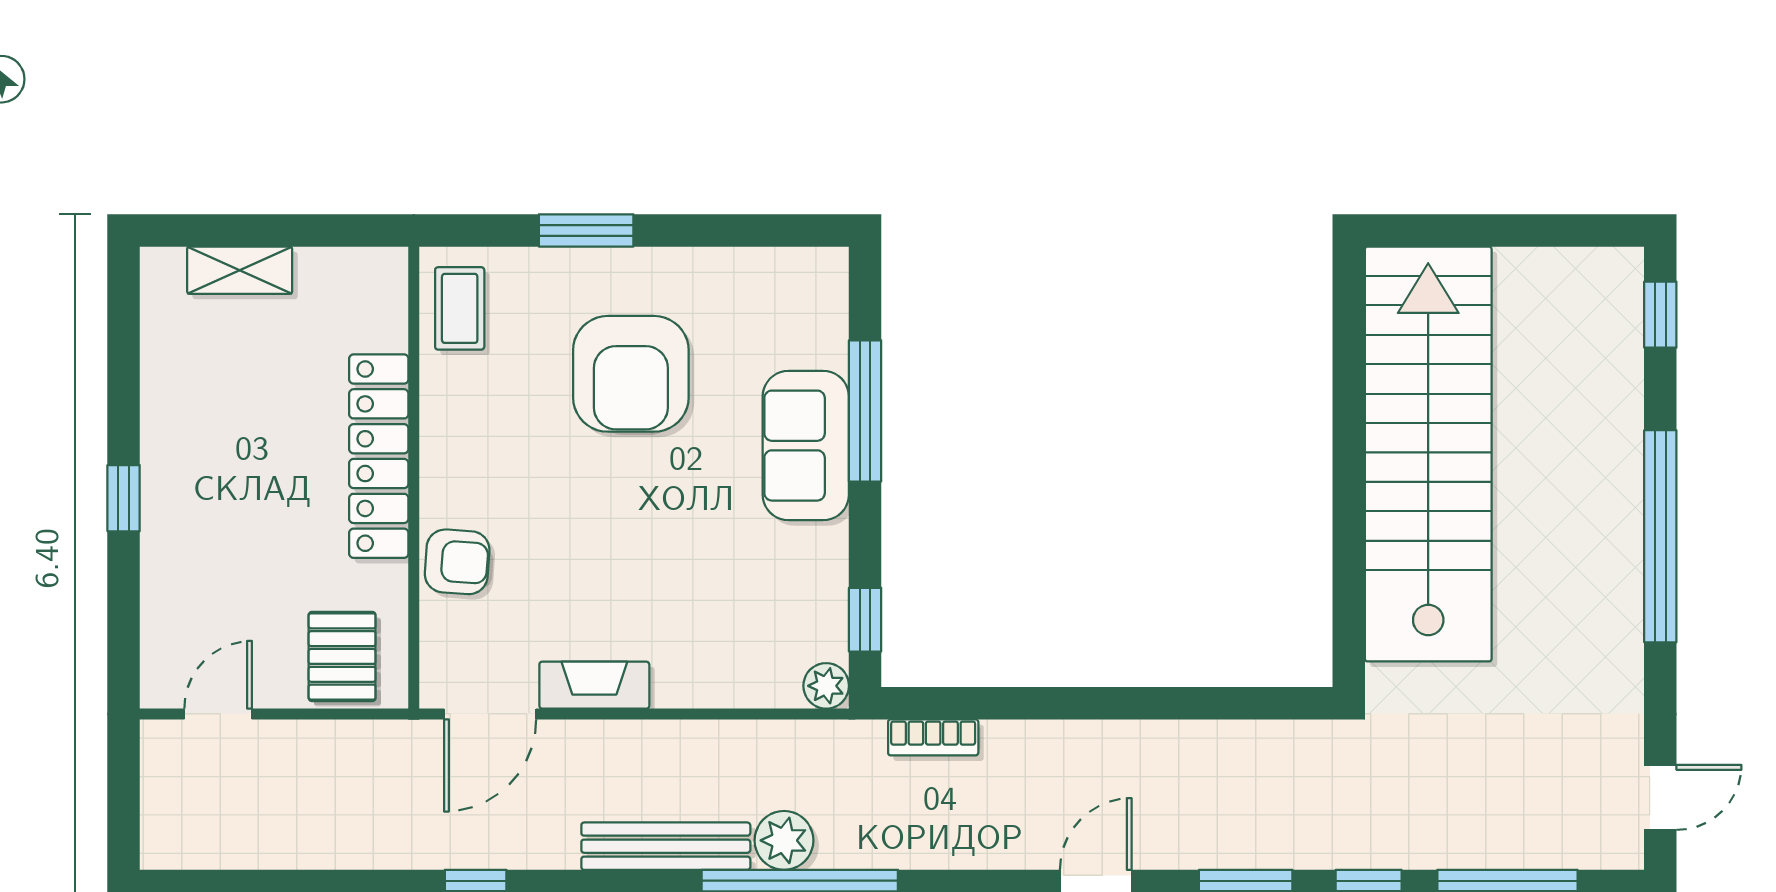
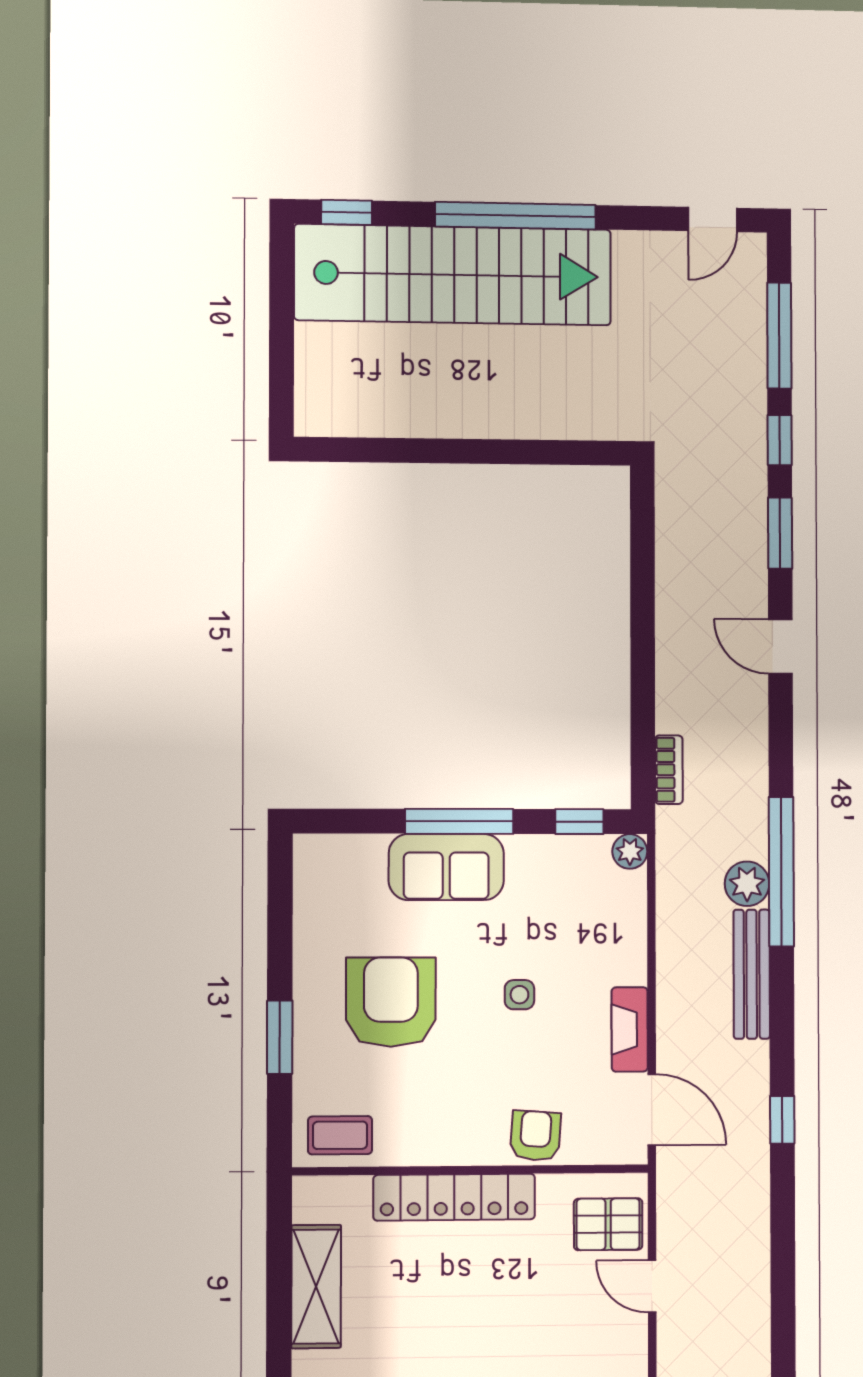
shelving: (240, 270) -> (316, 1287), width x1.50, depth x1.33
armchair: (631, 374) -> (391, 1002), turned -90
window: (865, 411) -> (459, 821), moved
stairs: (1428, 454) -> (453, 275), moved, turned 180
side table: (640, 541) -> (519, 995), added
door: (218, 714) -> (652, 1286), moved
door: (1660, 797) -> (713, 219), swing flipped

